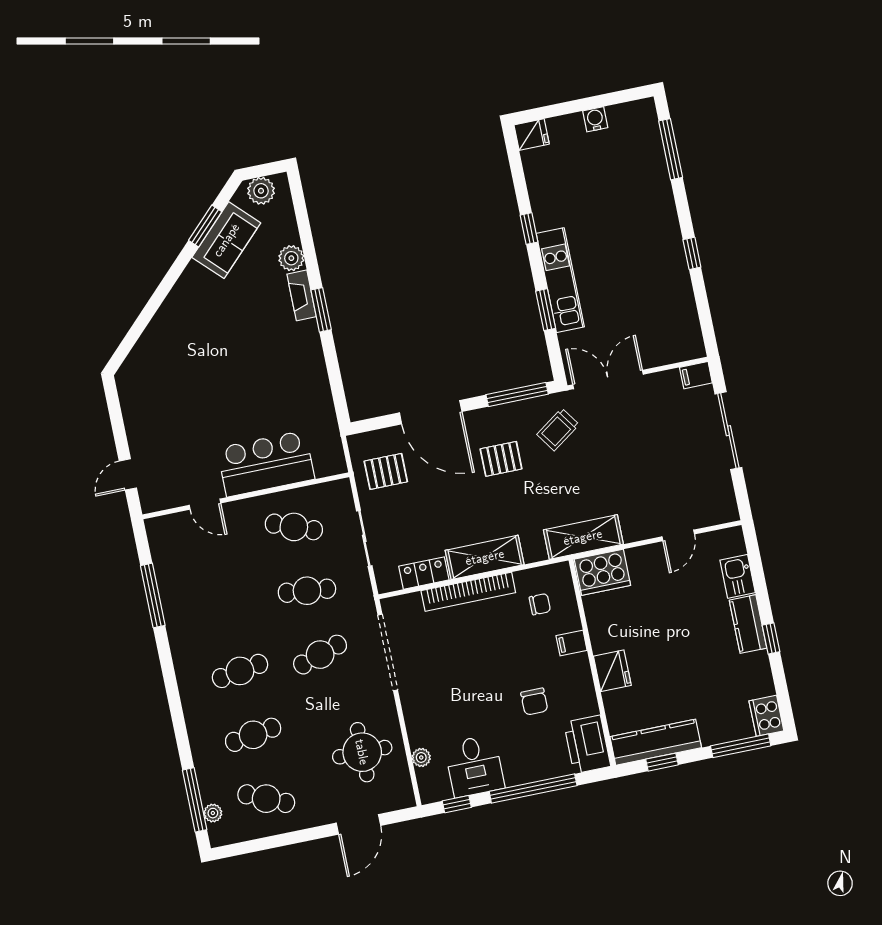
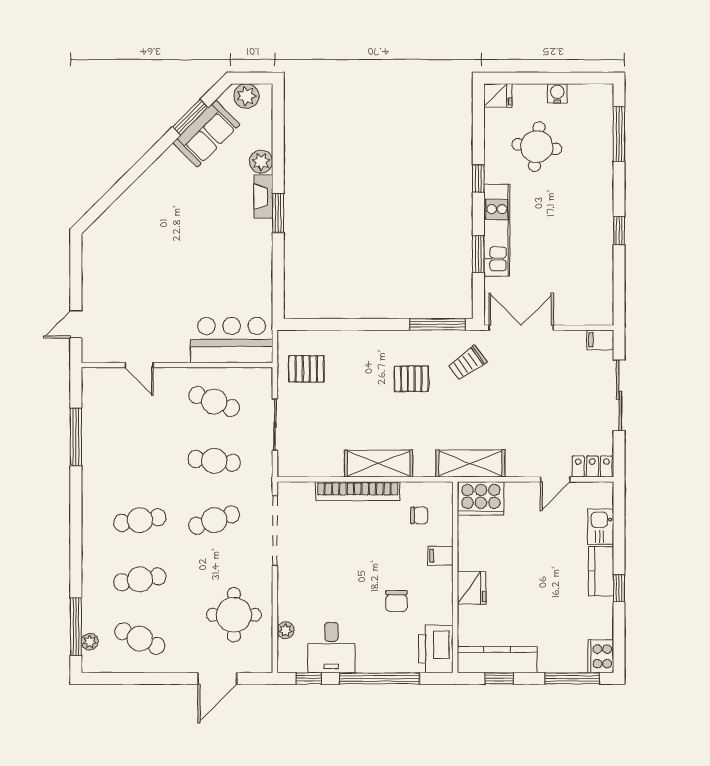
round table: (585, 181) -> (537, 147), added
door: (431, 412) -> (357, 324), removed
bar counter: (266, 464) -> (232, 340), moved
locker: (424, 573) -> (592, 466), moved

